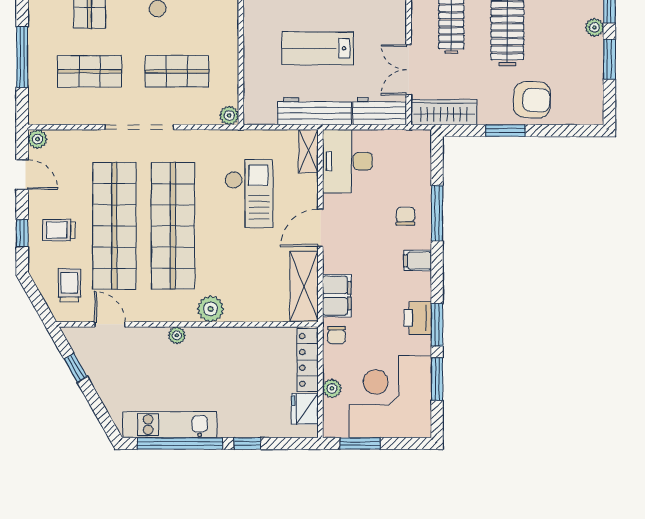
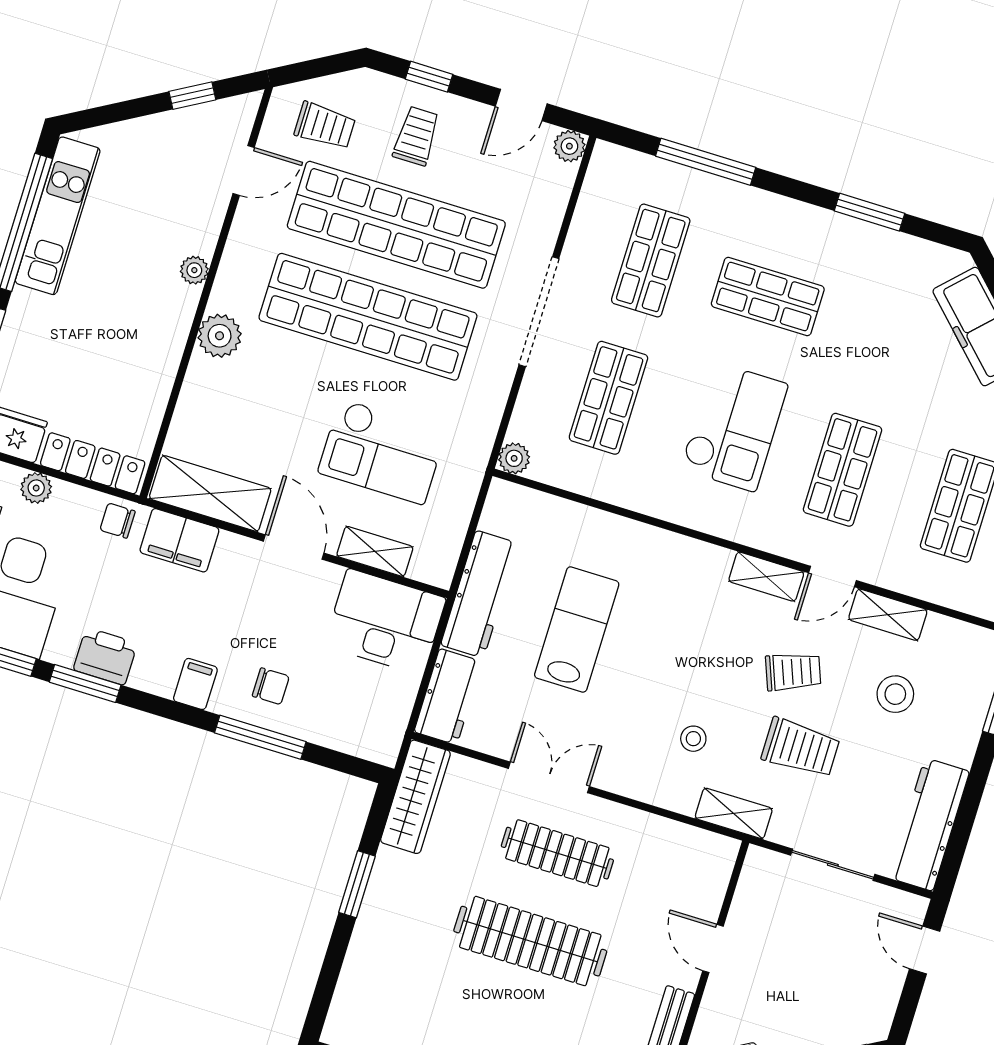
double door: (409, 70) -> (549, 777), moved
armchair: (532, 100) -> (392, 941), removed
shelving: (308, 151) -> (375, 551), moved

